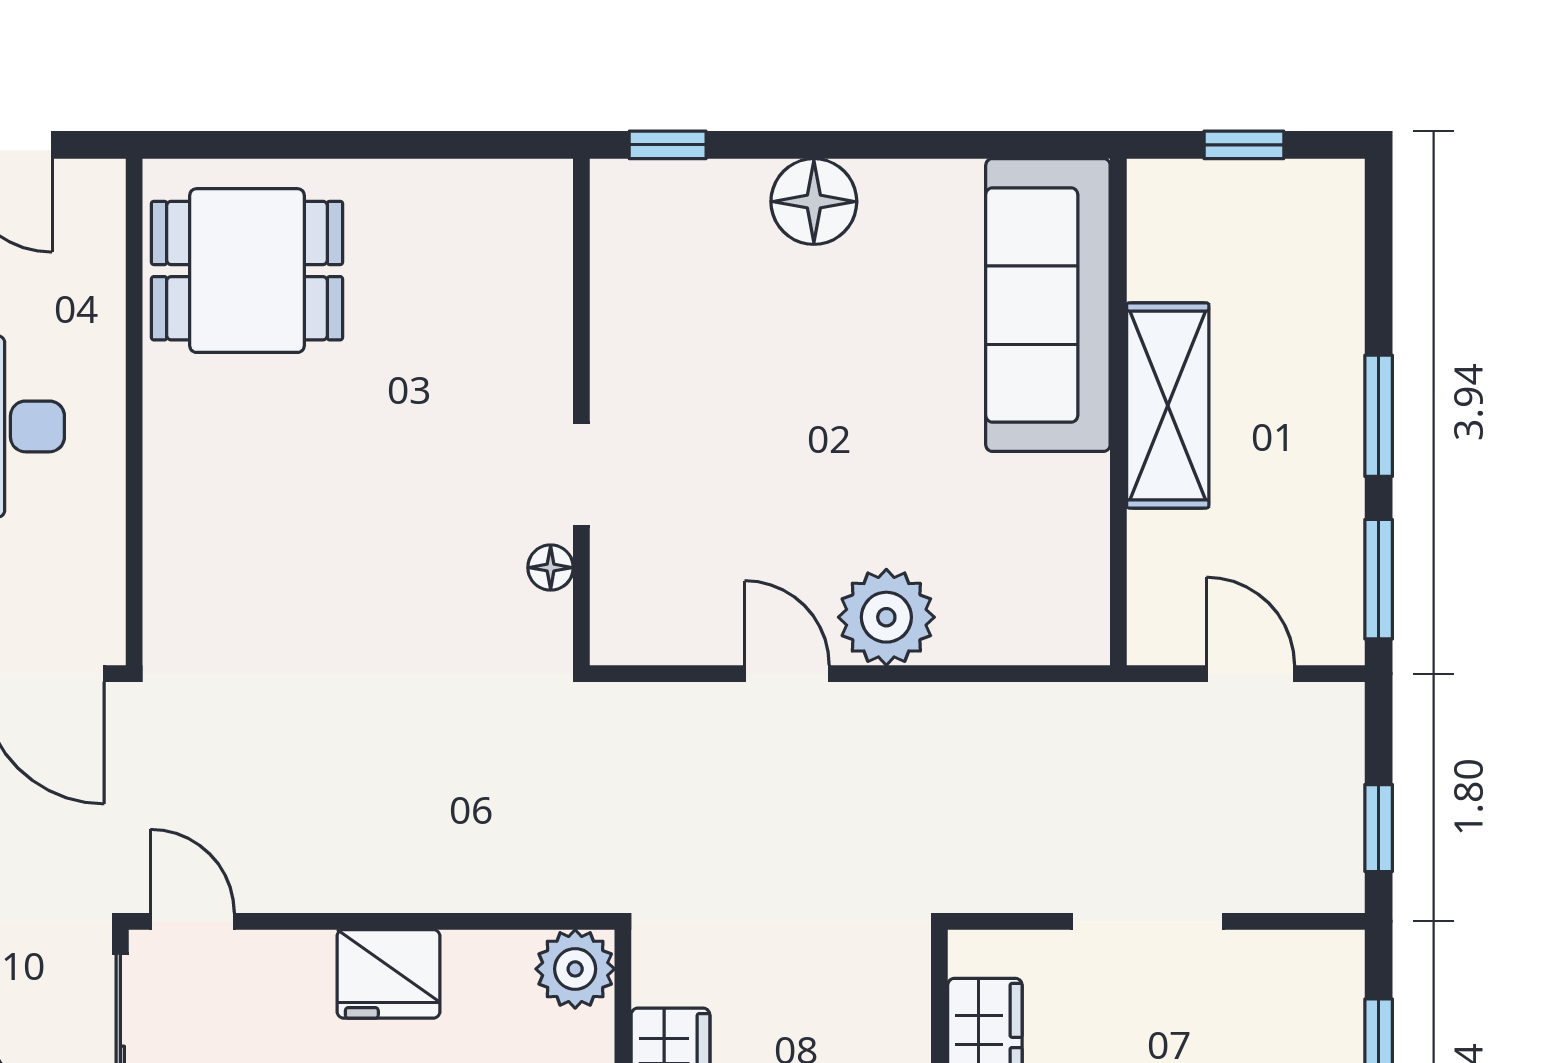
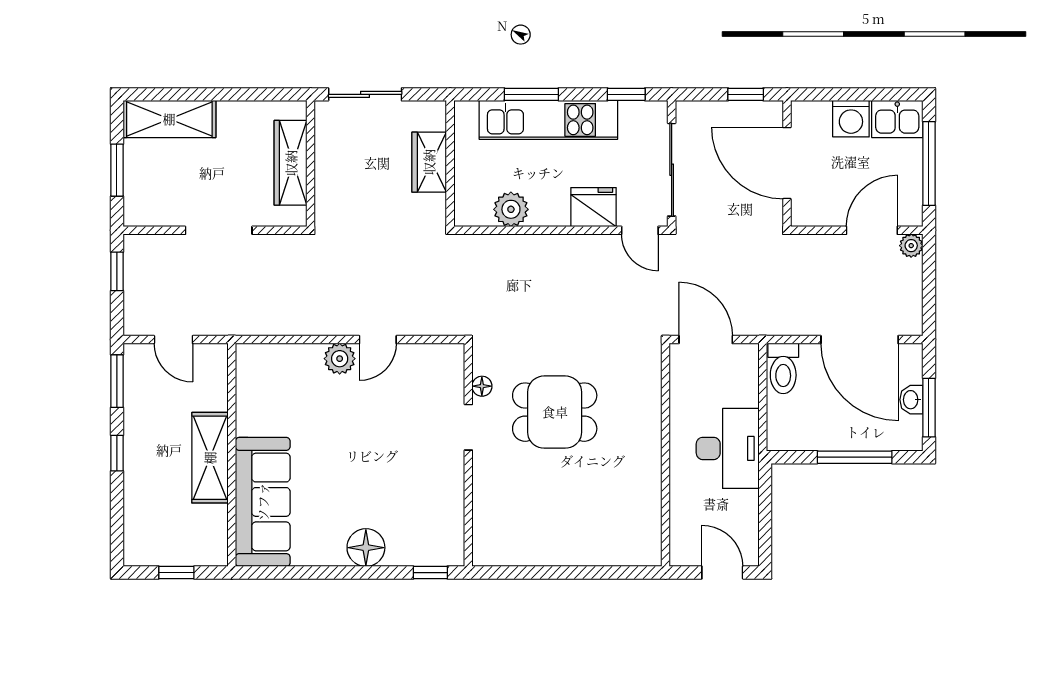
dining table: (247, 271) -> (555, 412), moved
window: (1379, 416) -> (117, 453), width x0.67
plant: (886, 617) -> (340, 359), width x0.73, depth x0.73
door: (787, 674) -> (378, 340), hinge flipped
plant: (575, 969) -> (511, 209), moved
fridge: (389, 974) -> (594, 207), moved

